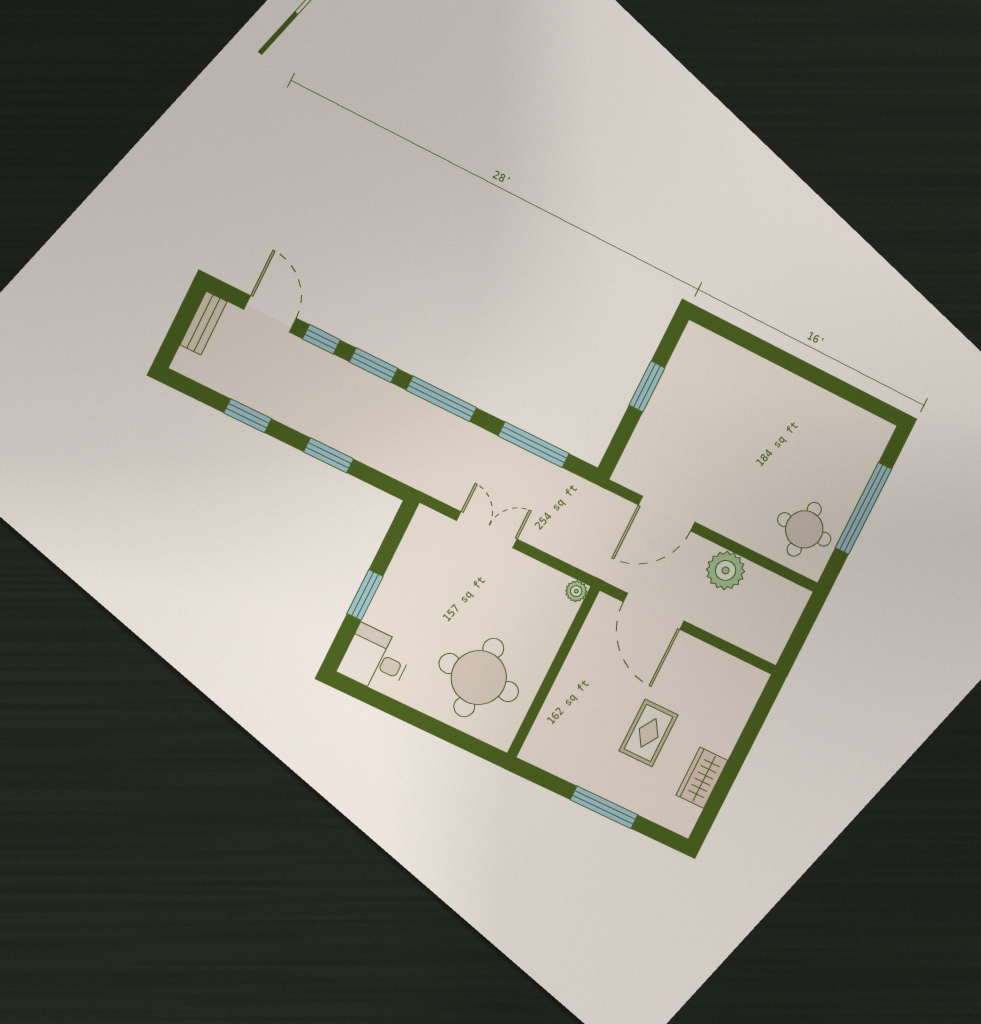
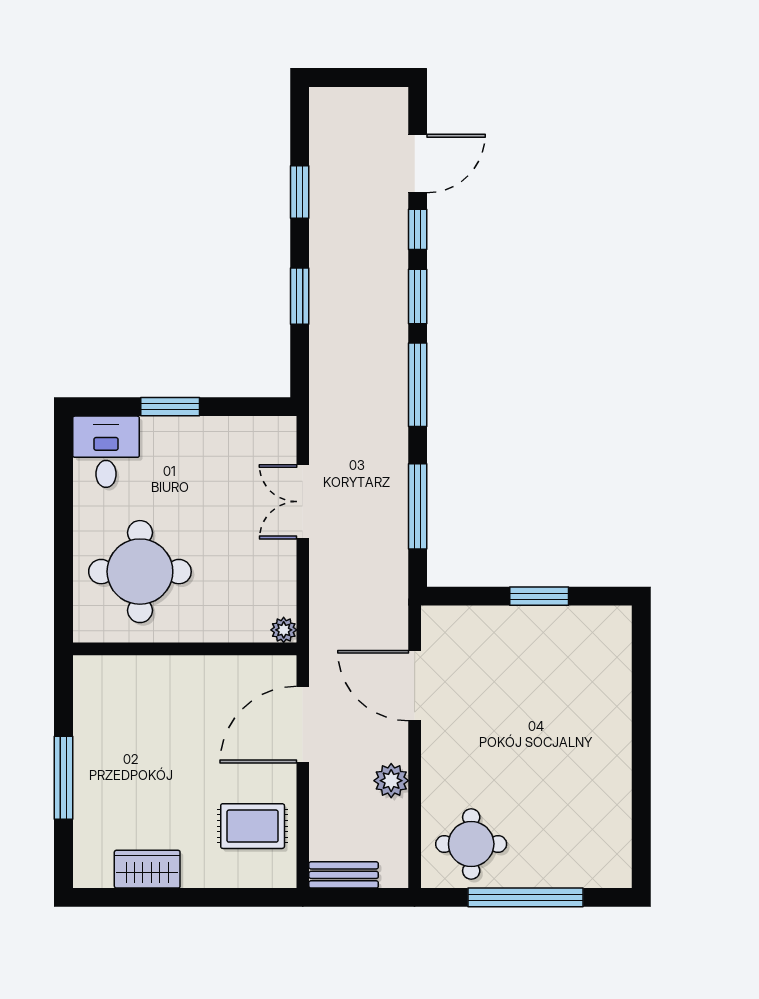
bench: (203, 323) -> (344, 875), moved
double door: (487, 530) -> (303, 502), swing flipped
plant: (726, 570) -> (391, 781), width x0.73, depth x0.73
rug: (649, 733) -> (253, 826), moved

